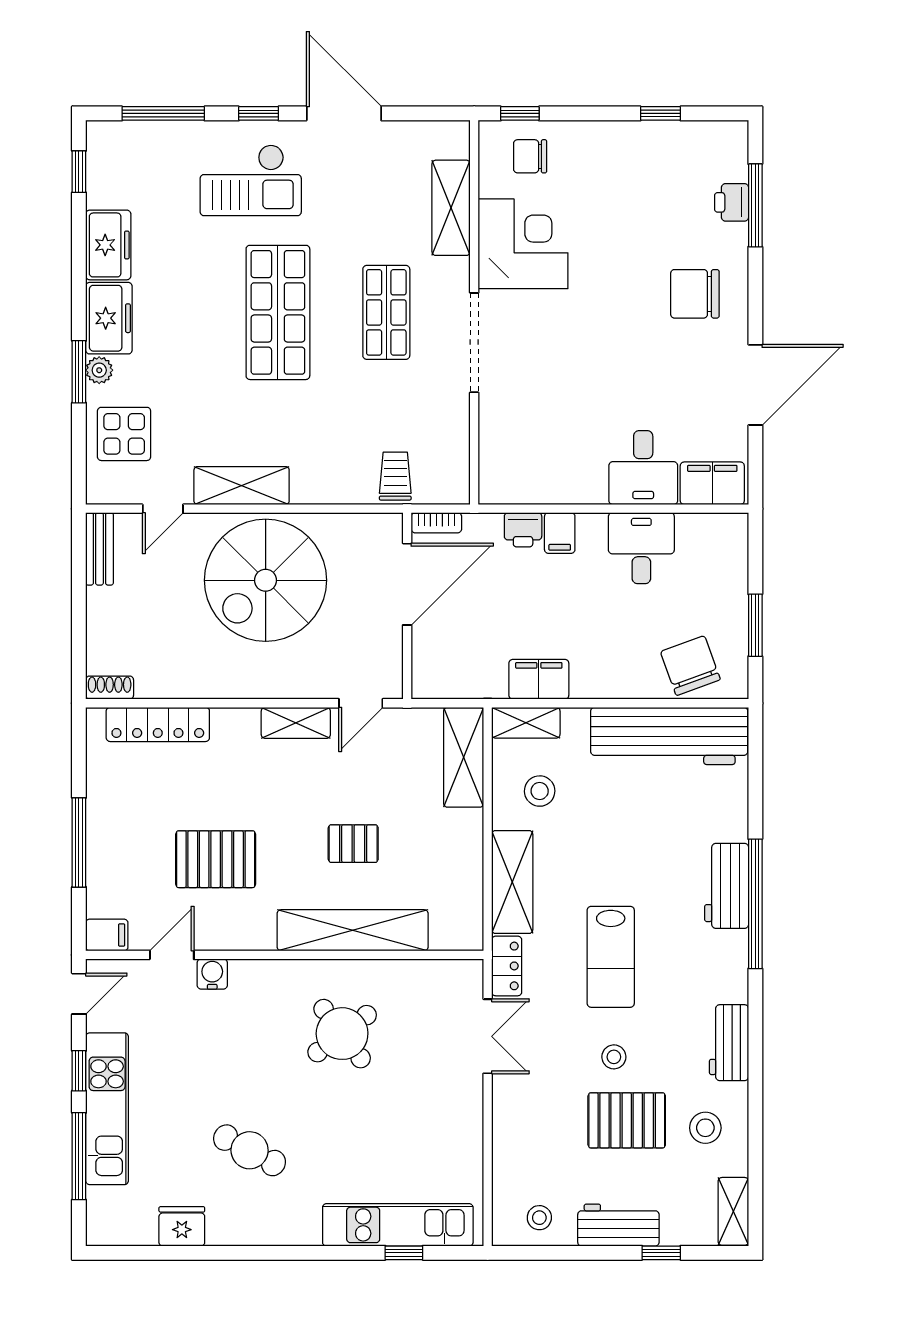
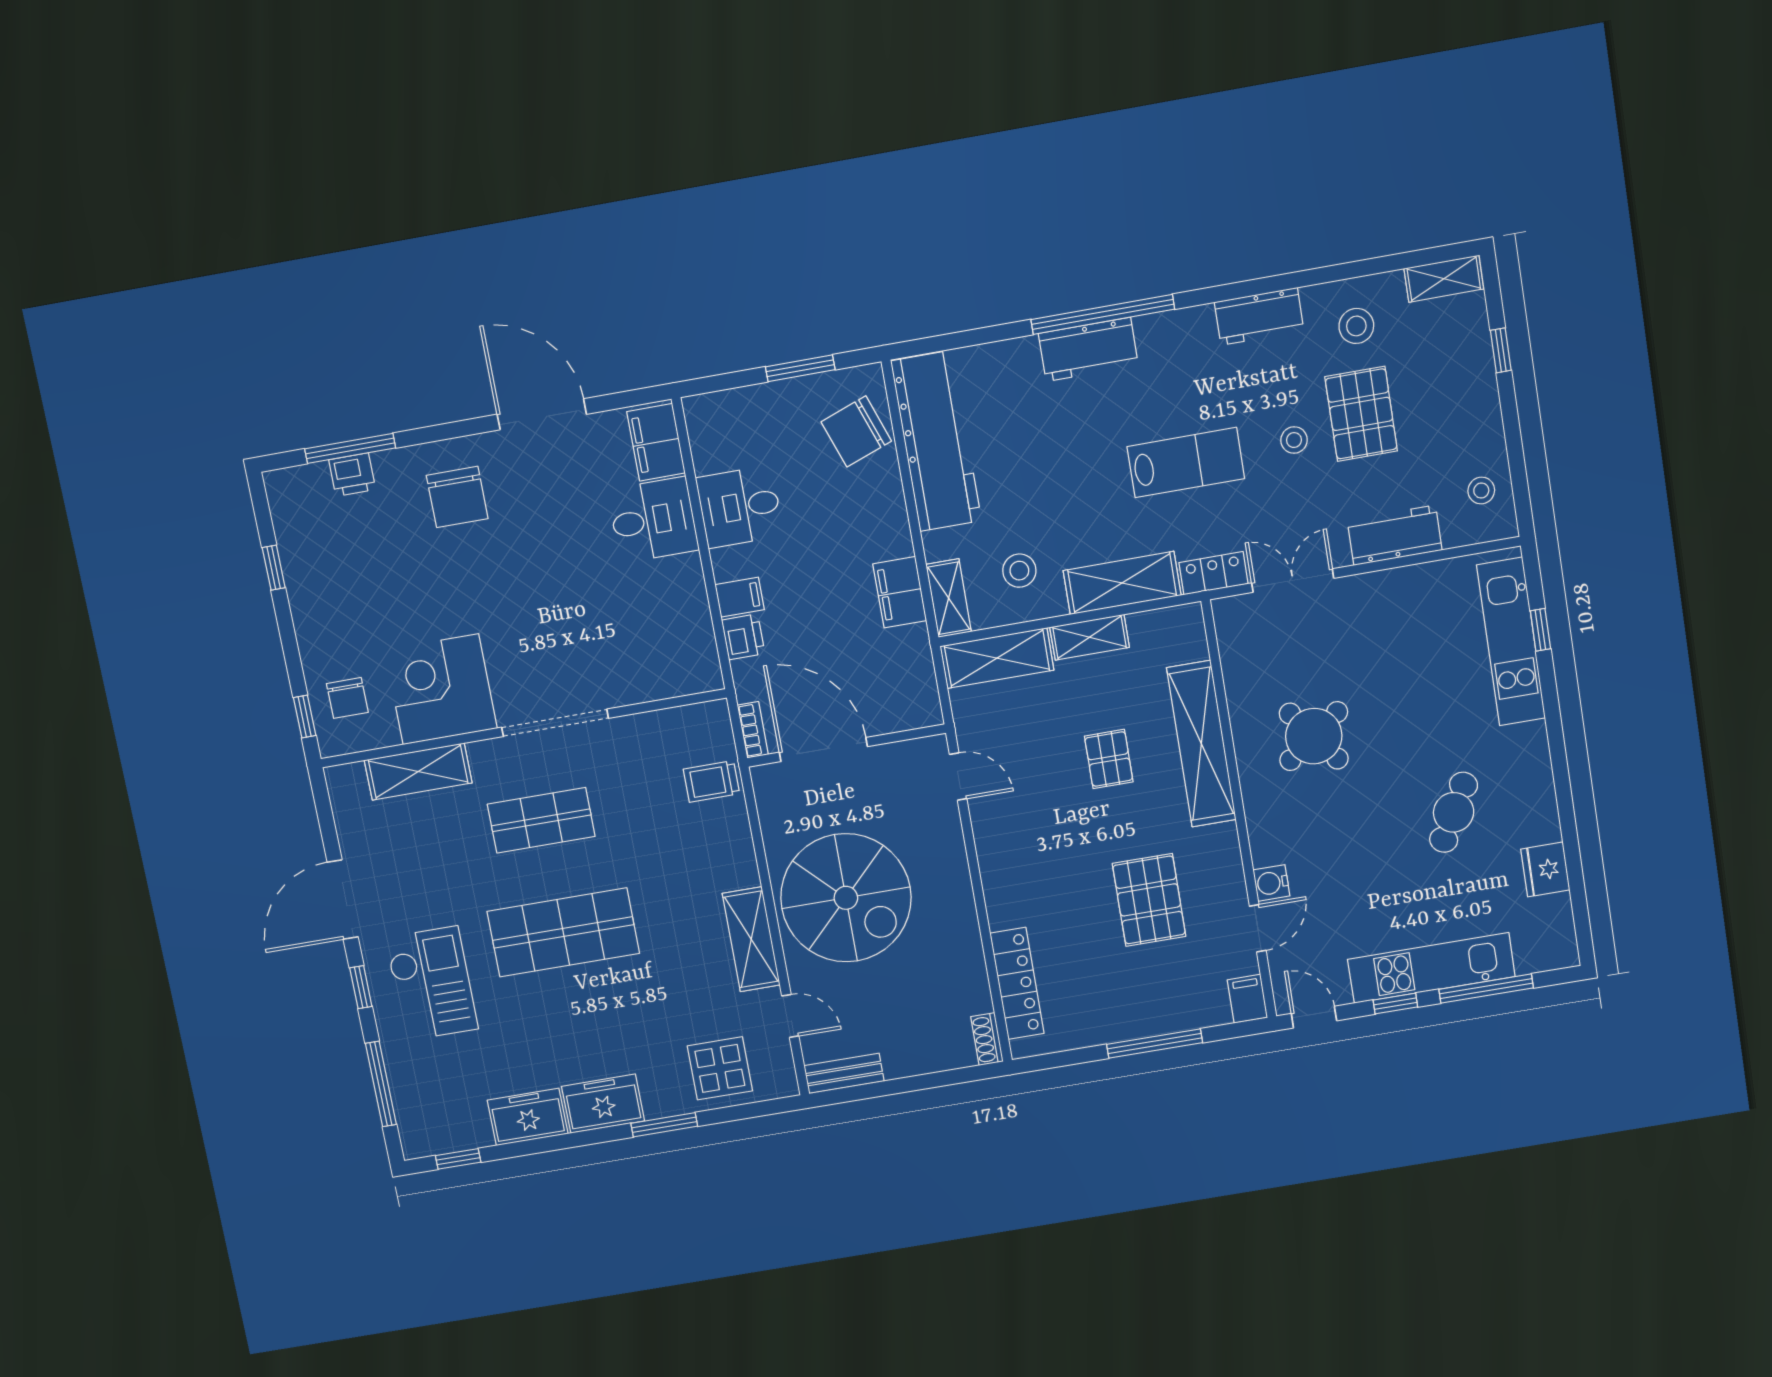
plant: (99, 370) -> (659, 1105), removed
shelving: (296, 723) -> (1090, 637), moved, turned 90
door: (172, 955) -> (1258, 928), swing flipped
workbench: (618, 1225) -> (1395, 535), moved, turned 90

